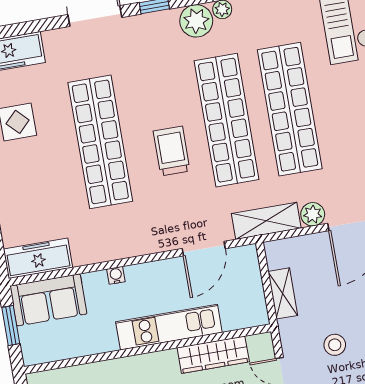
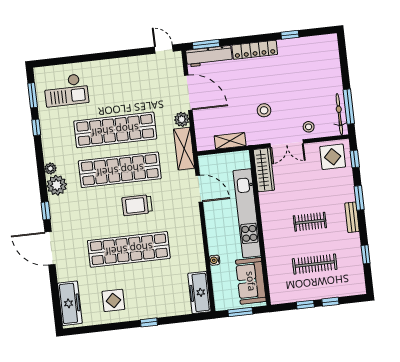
water cooler: (116, 275) -> (215, 260), moved
sofa: (48, 300) -> (251, 281), moved, turned 180
kitchen unit: (169, 327) -> (247, 213), width x1.36
wardrobe: (213, 355) -> (264, 170), moved

